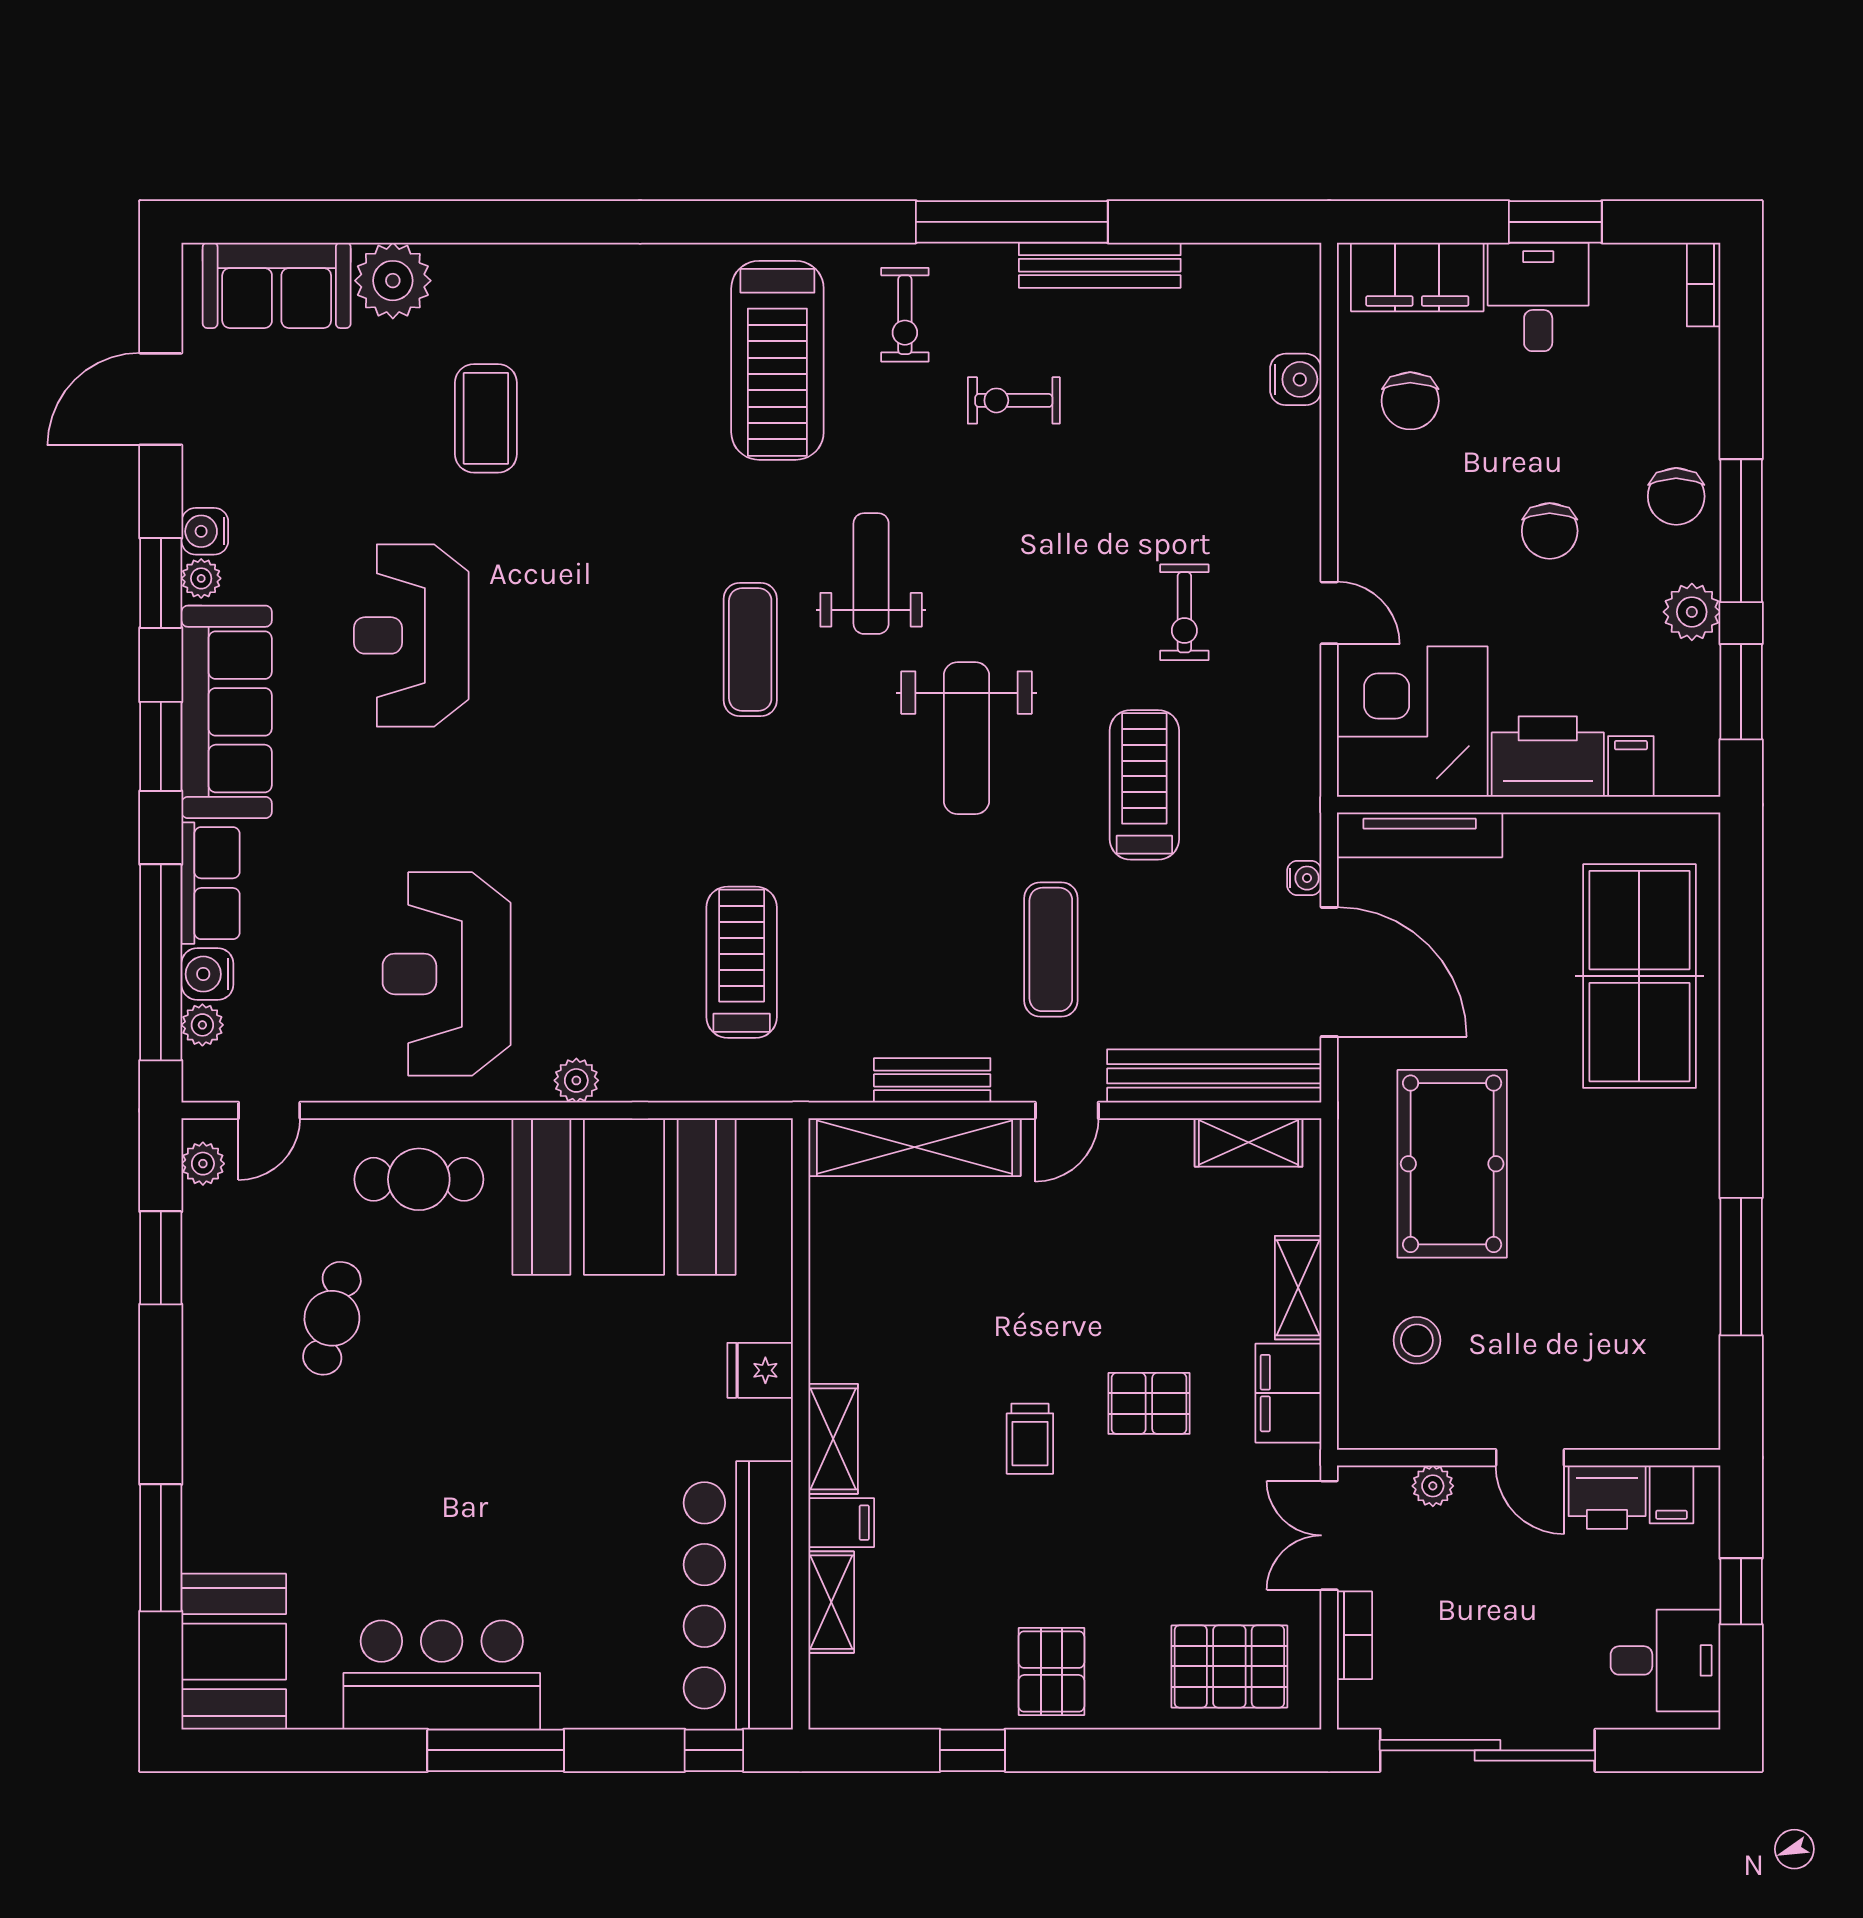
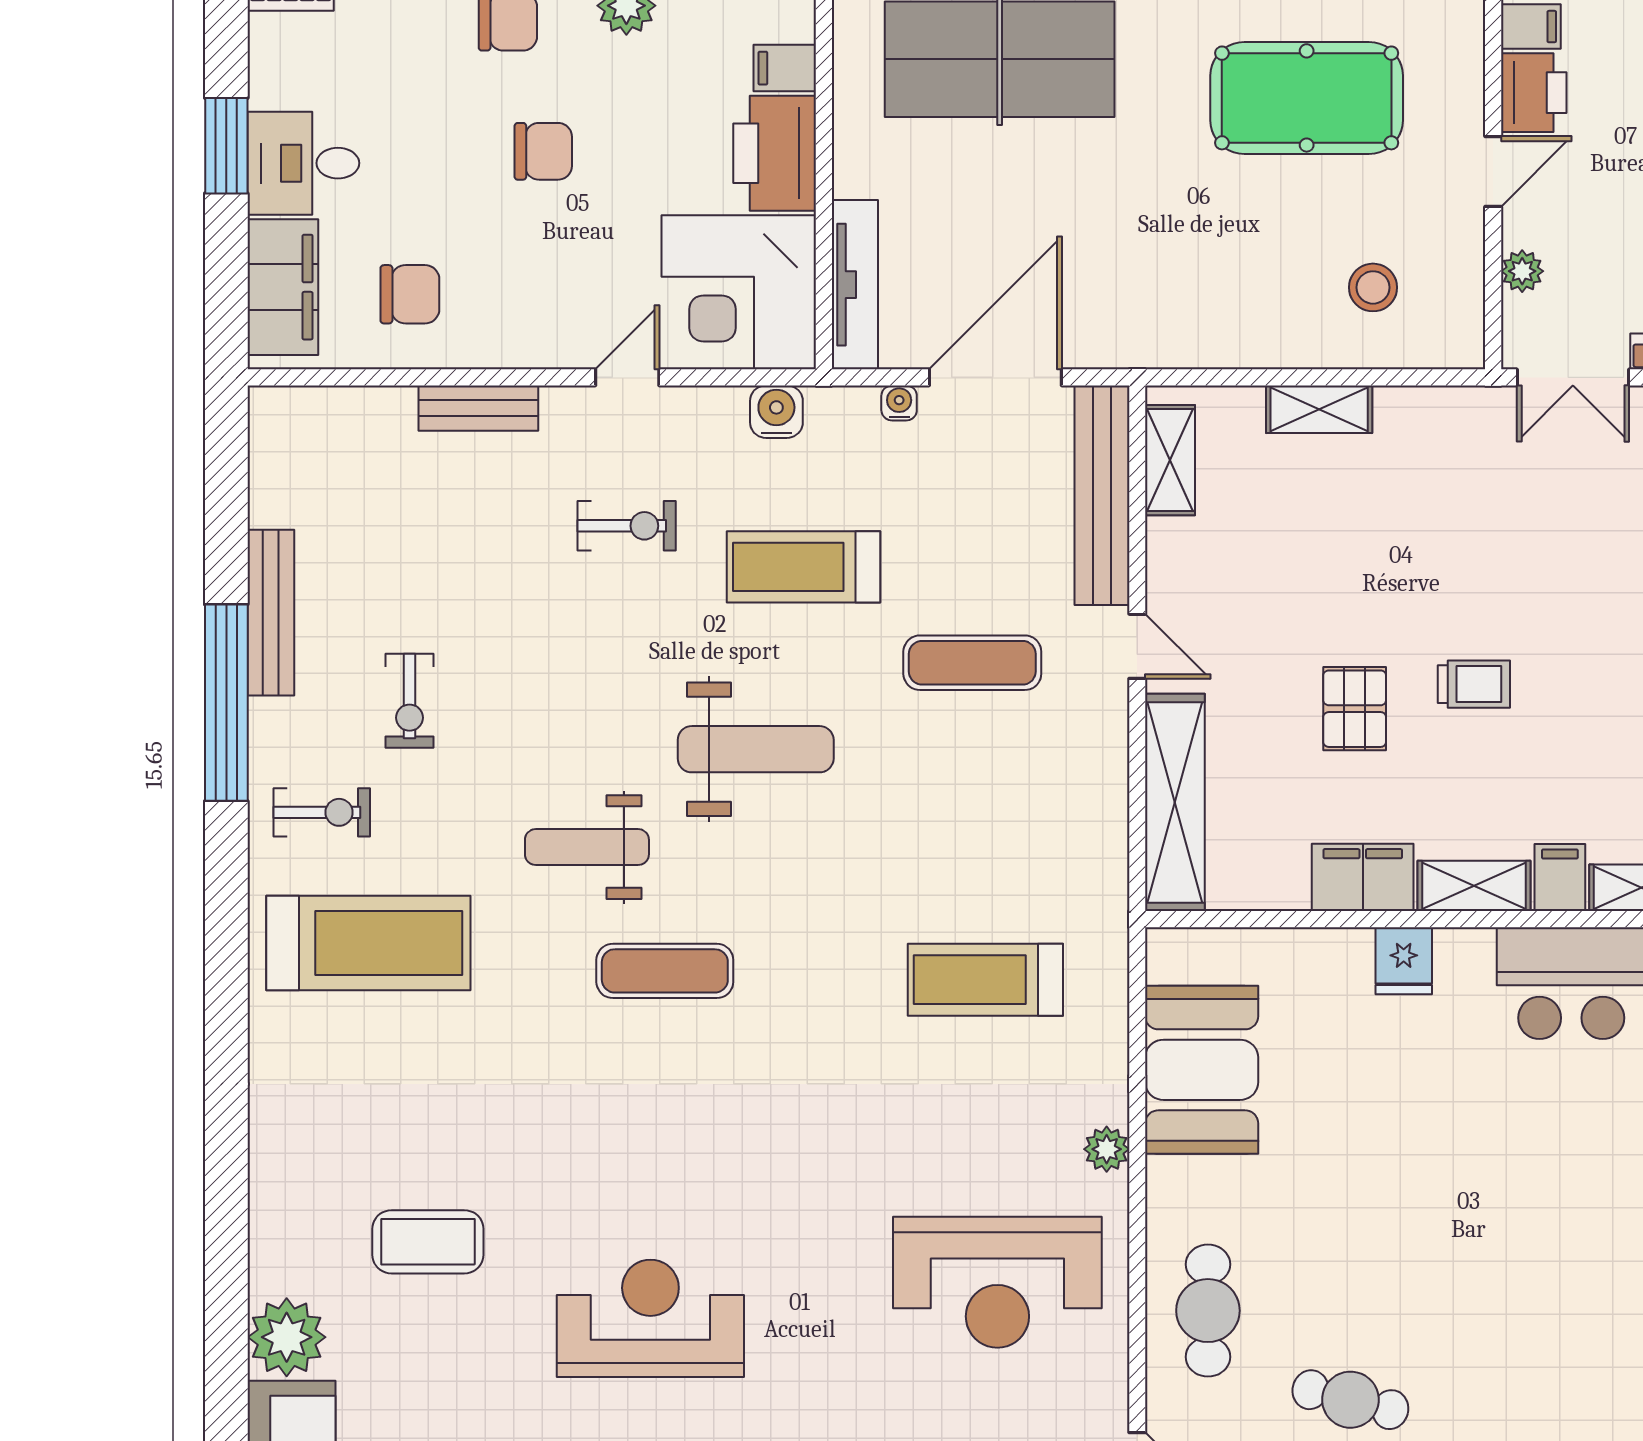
water cooler: (1296, 379) -> (776, 412), moved
reception desk: (411, 635) -> (650, 1318), turned 180
bench: (932, 1080) -> (478, 408), moved, turned 90
pool table: (1452, 1164) -> (1307, 98), moved
booth: (624, 1197) -> (1202, 1070), width x0.73, depth x0.70
filing cabinet: (1288, 1393) -> (1363, 877), moved, turned 180
pallet: (1149, 1403) -> (1355, 709), moved

